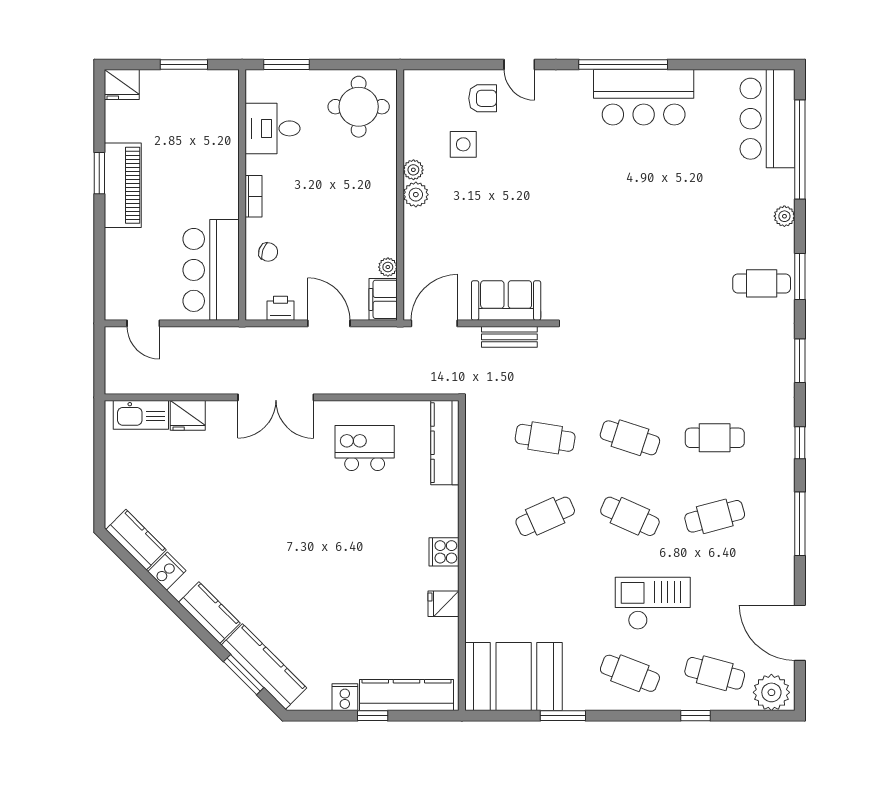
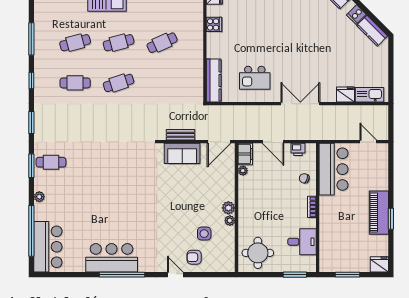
cafe table: (545, 438) -> (162, 83), removed
cafe table: (630, 438) -> (119, 83), turned -36
cafe table: (630, 516) -> (119, 43), turned -39

